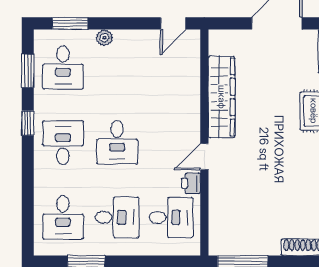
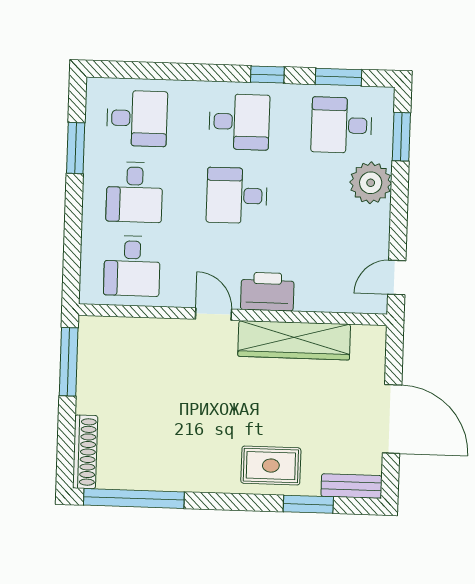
door: (173, 23) -> (397, 278), hinge flipped
plant: (104, 38) -> (371, 183), width x1.87, depth x1.87
printer: (191, 183) -> (267, 292), moved, width x1.87, depth x1.48
desk: (63, 217) -> (137, 118), turned 180

